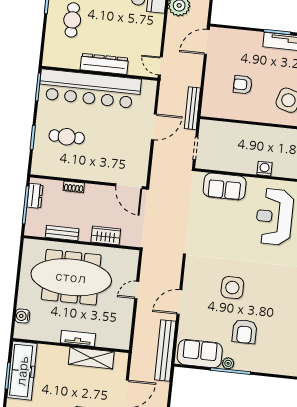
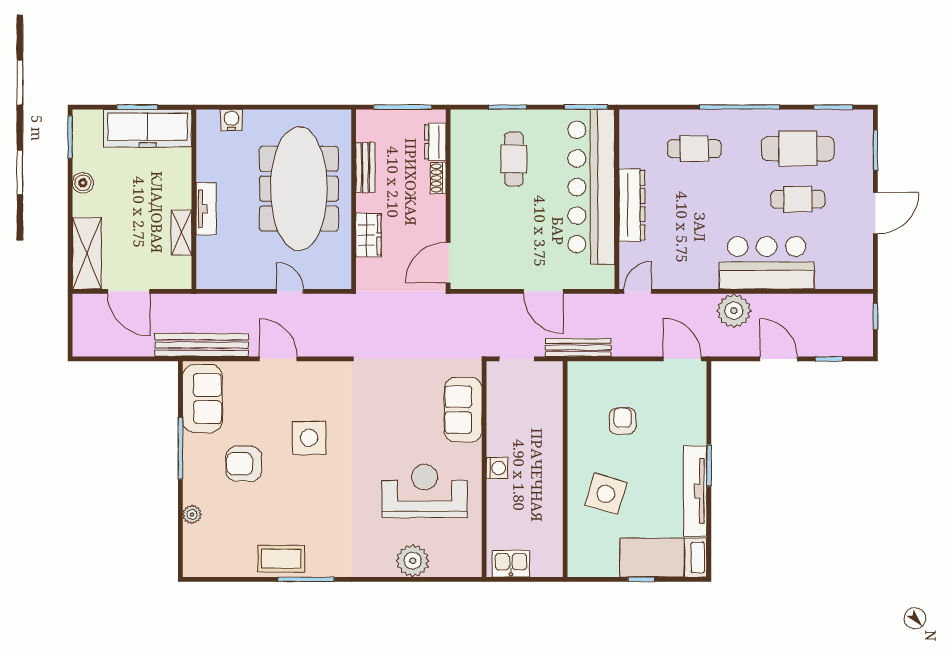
dresser: (35, 196) -> (435, 142), moved, turned 90
shelving: (91, 358) -> (181, 232), width x0.67, depth x0.75
plant: (228, 363) -> (192, 514), moved

